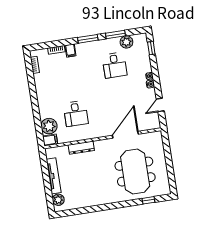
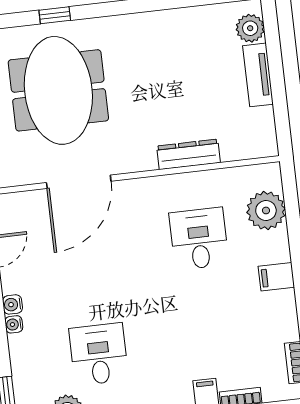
filing cabinet: (50, 140) -> (276, 277), moved
tv unit: (54, 176) -> (258, 75), width x0.71
window: (148, 200) -> (55, 15), moved

